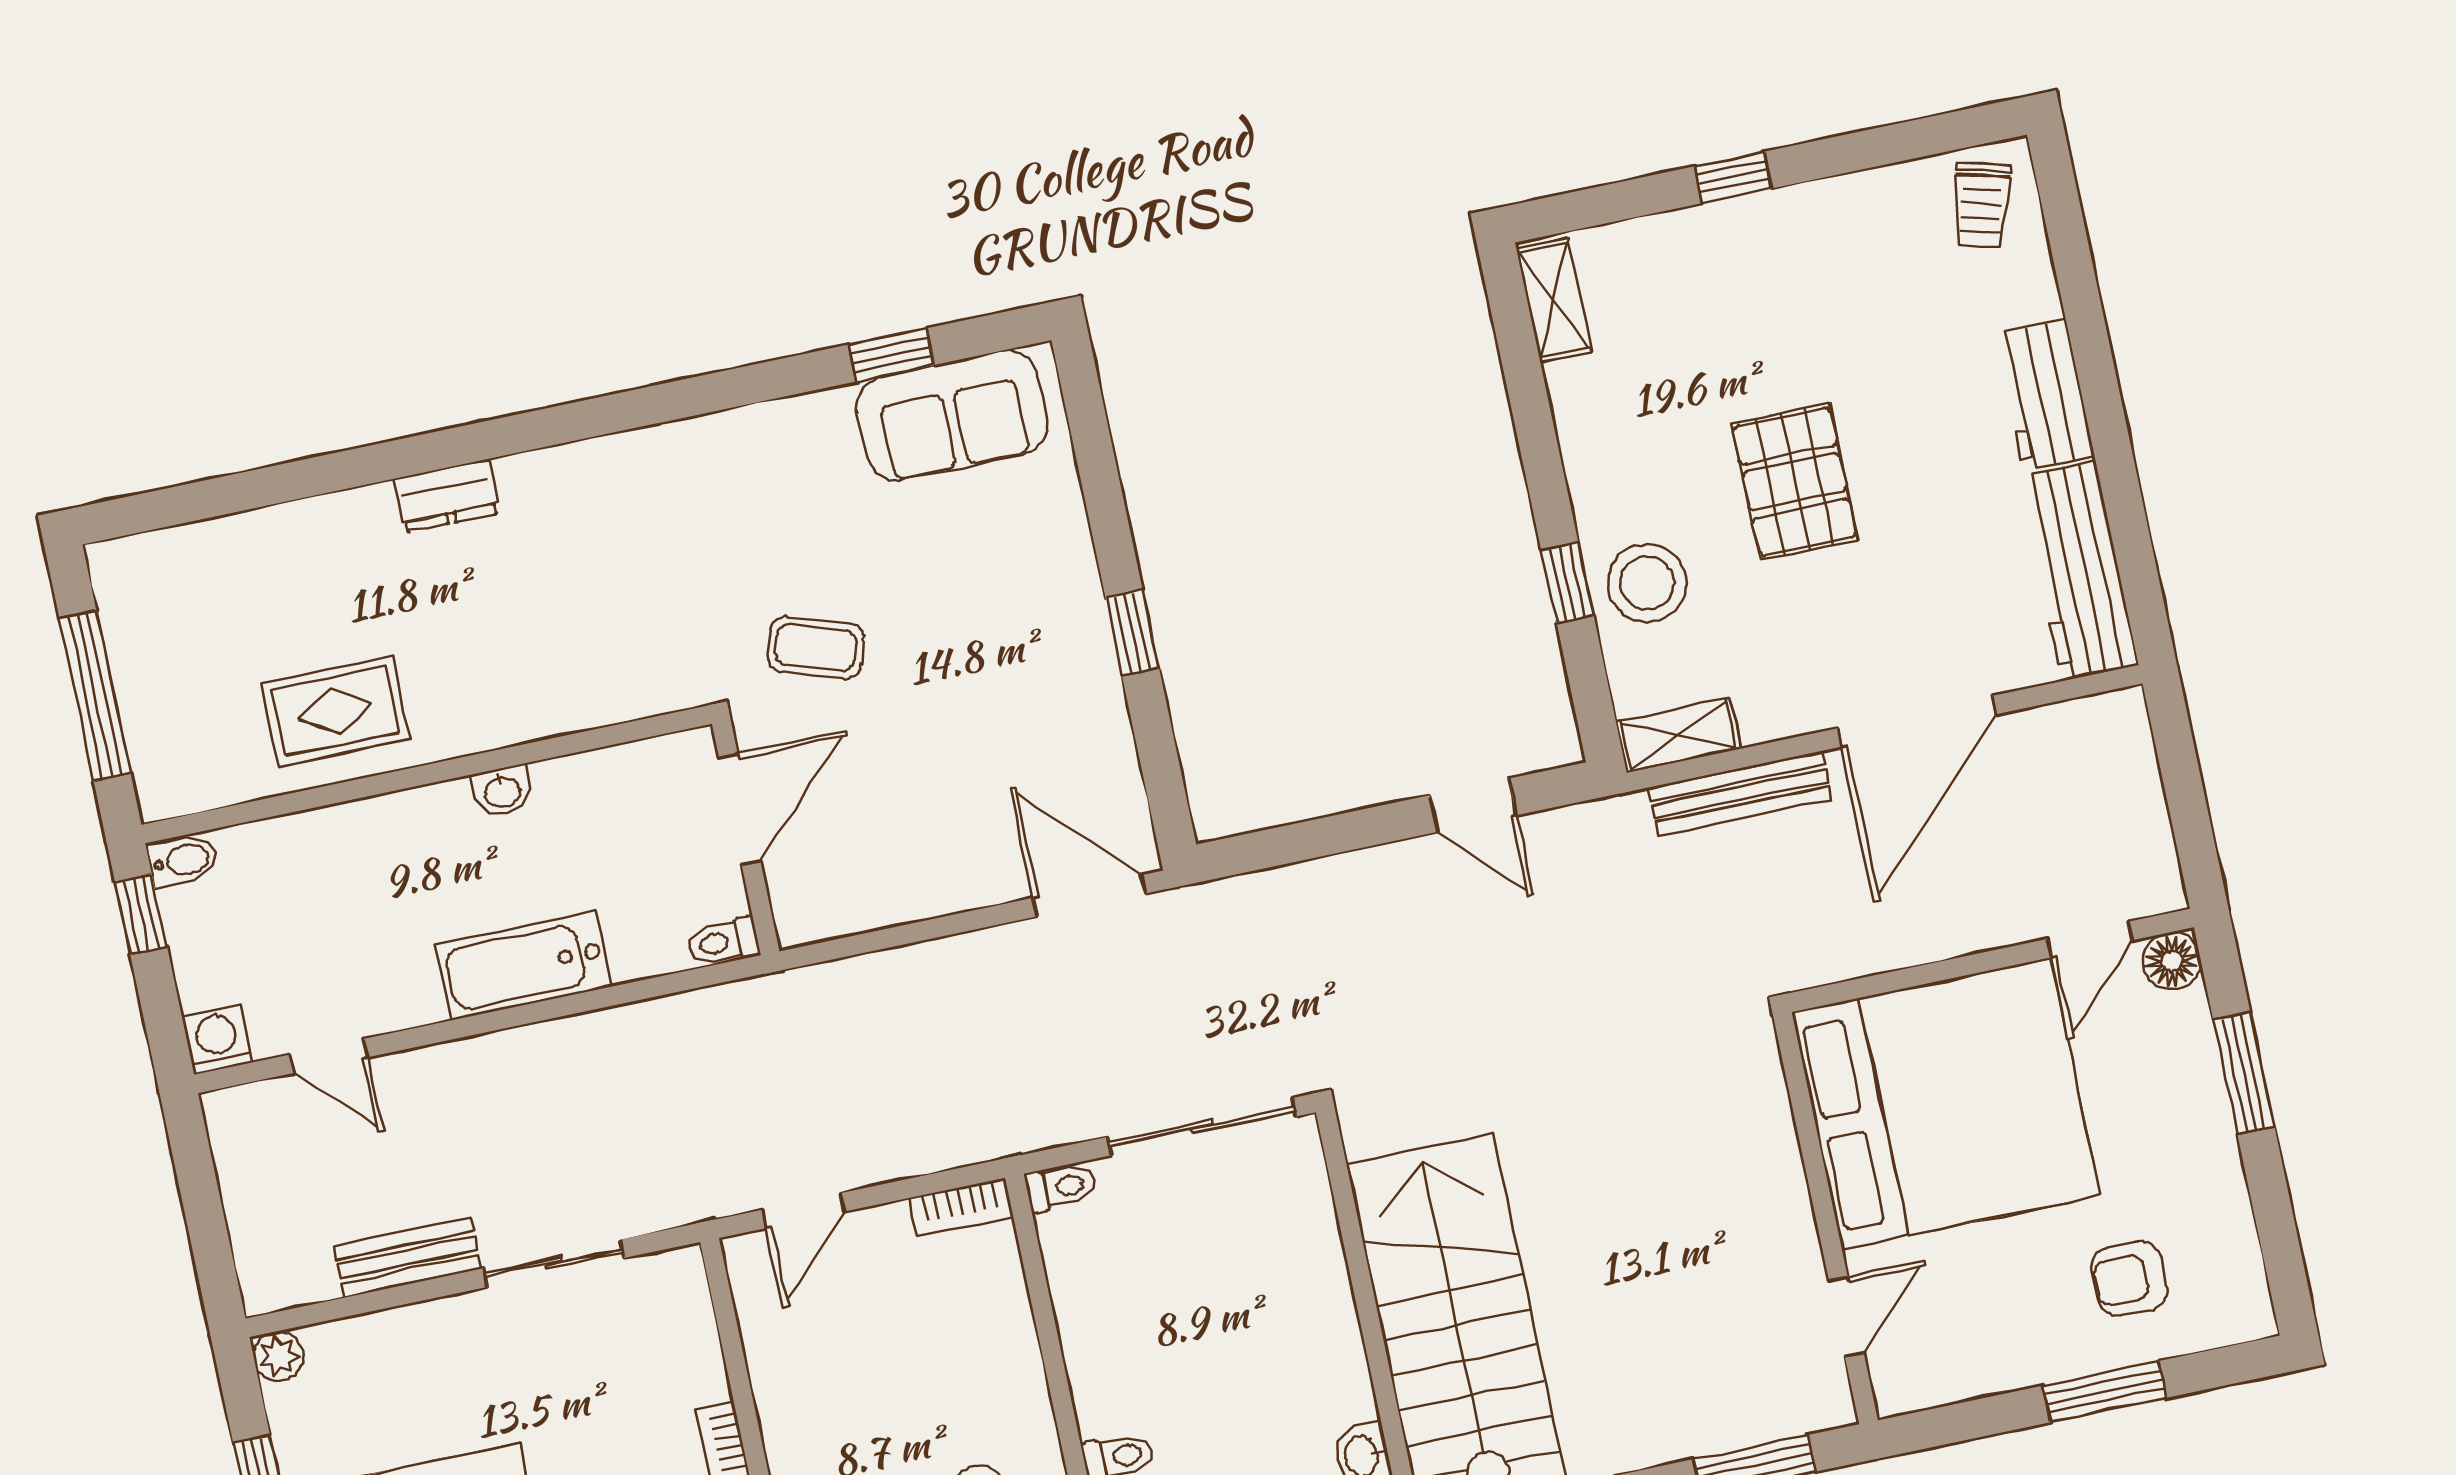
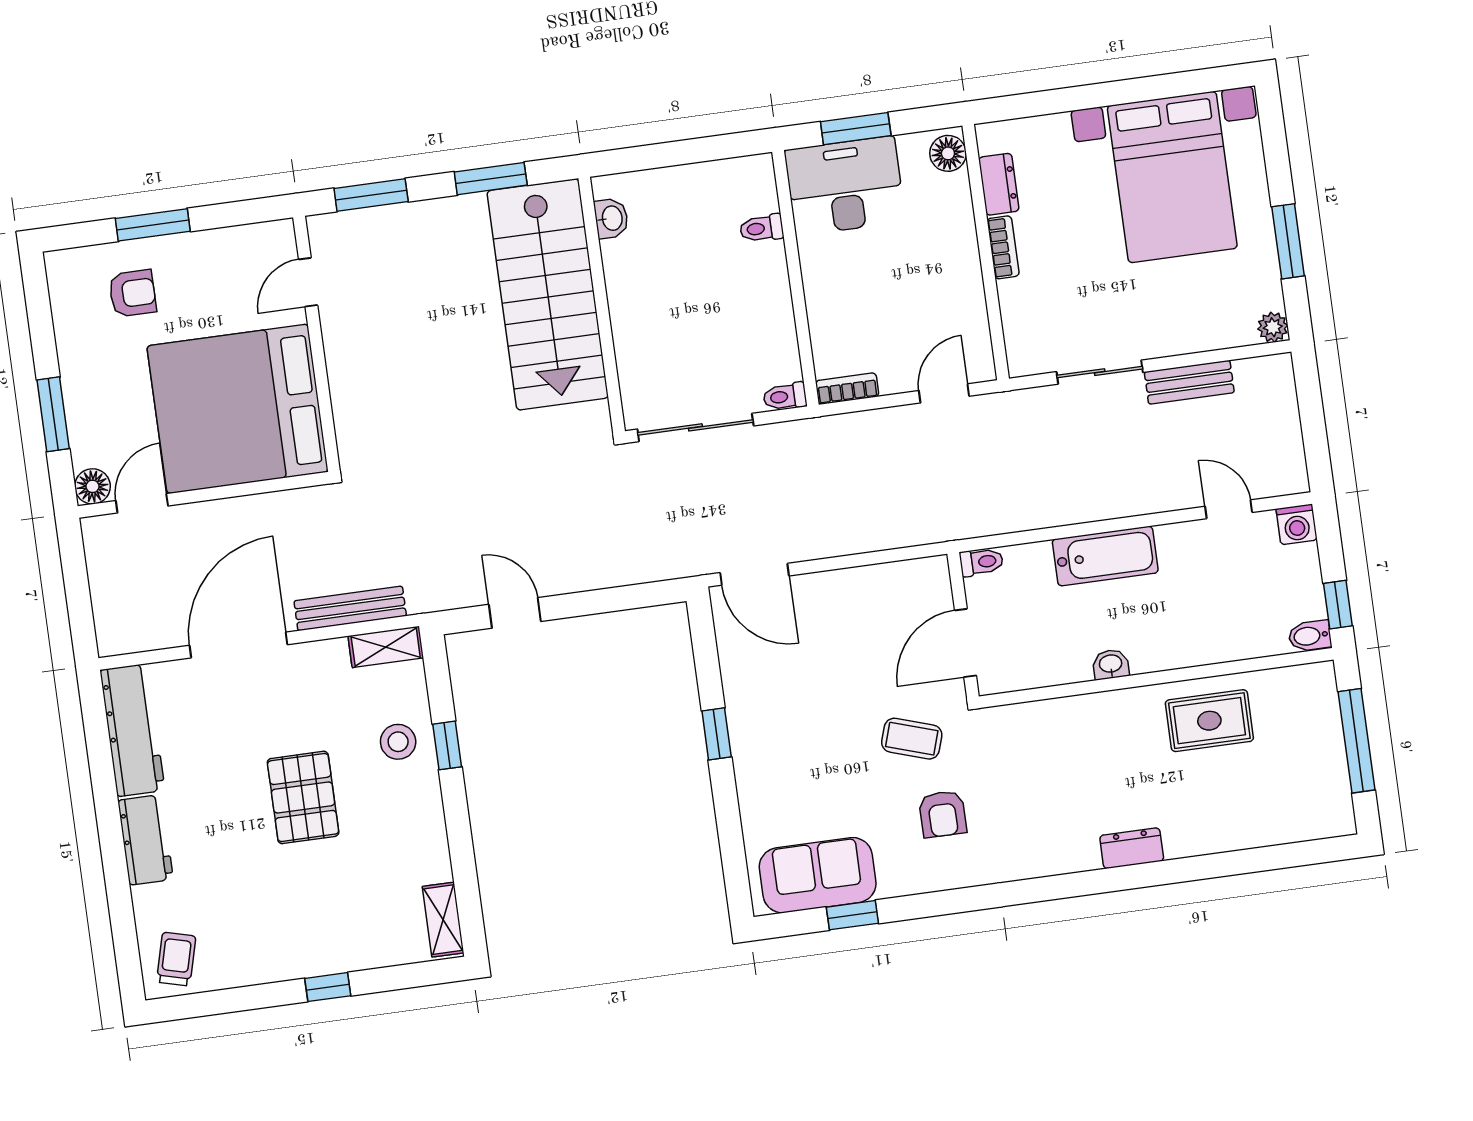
armchair: (757, 529) -> (943, 814), added
stool: (1647, 583) -> (398, 742), width x0.73, depth x0.73

